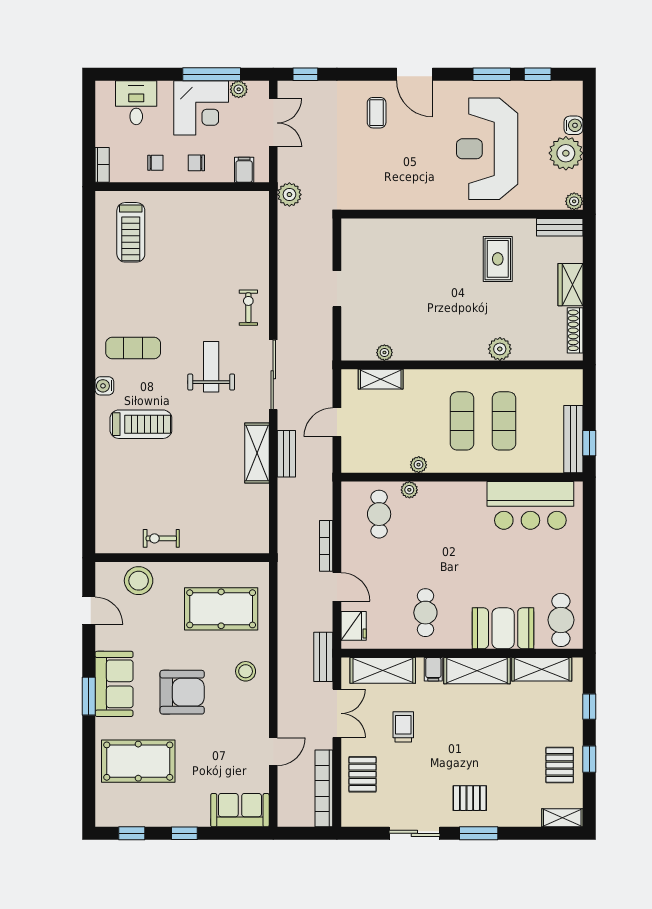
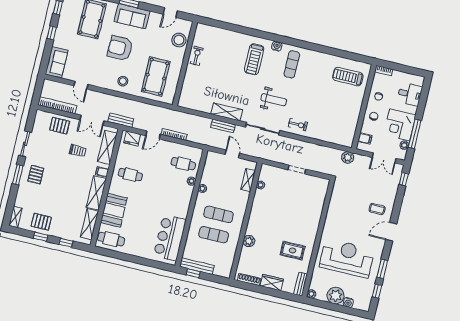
armchair: (182, 692) -> (120, 48), turned 90

